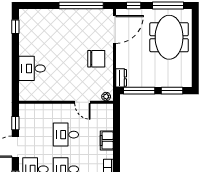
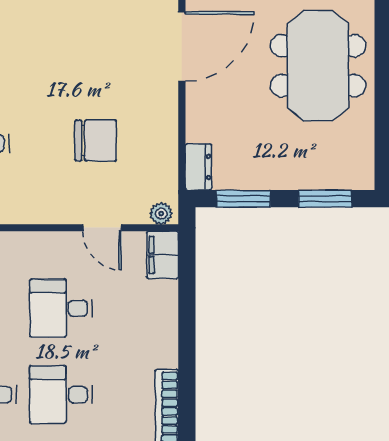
chair: (96, 59) -> (96, 140), moved
window: (139, 91) -> (243, 199), width x0.69
filing cabinet: (107, 140) -> (163, 255), moved

